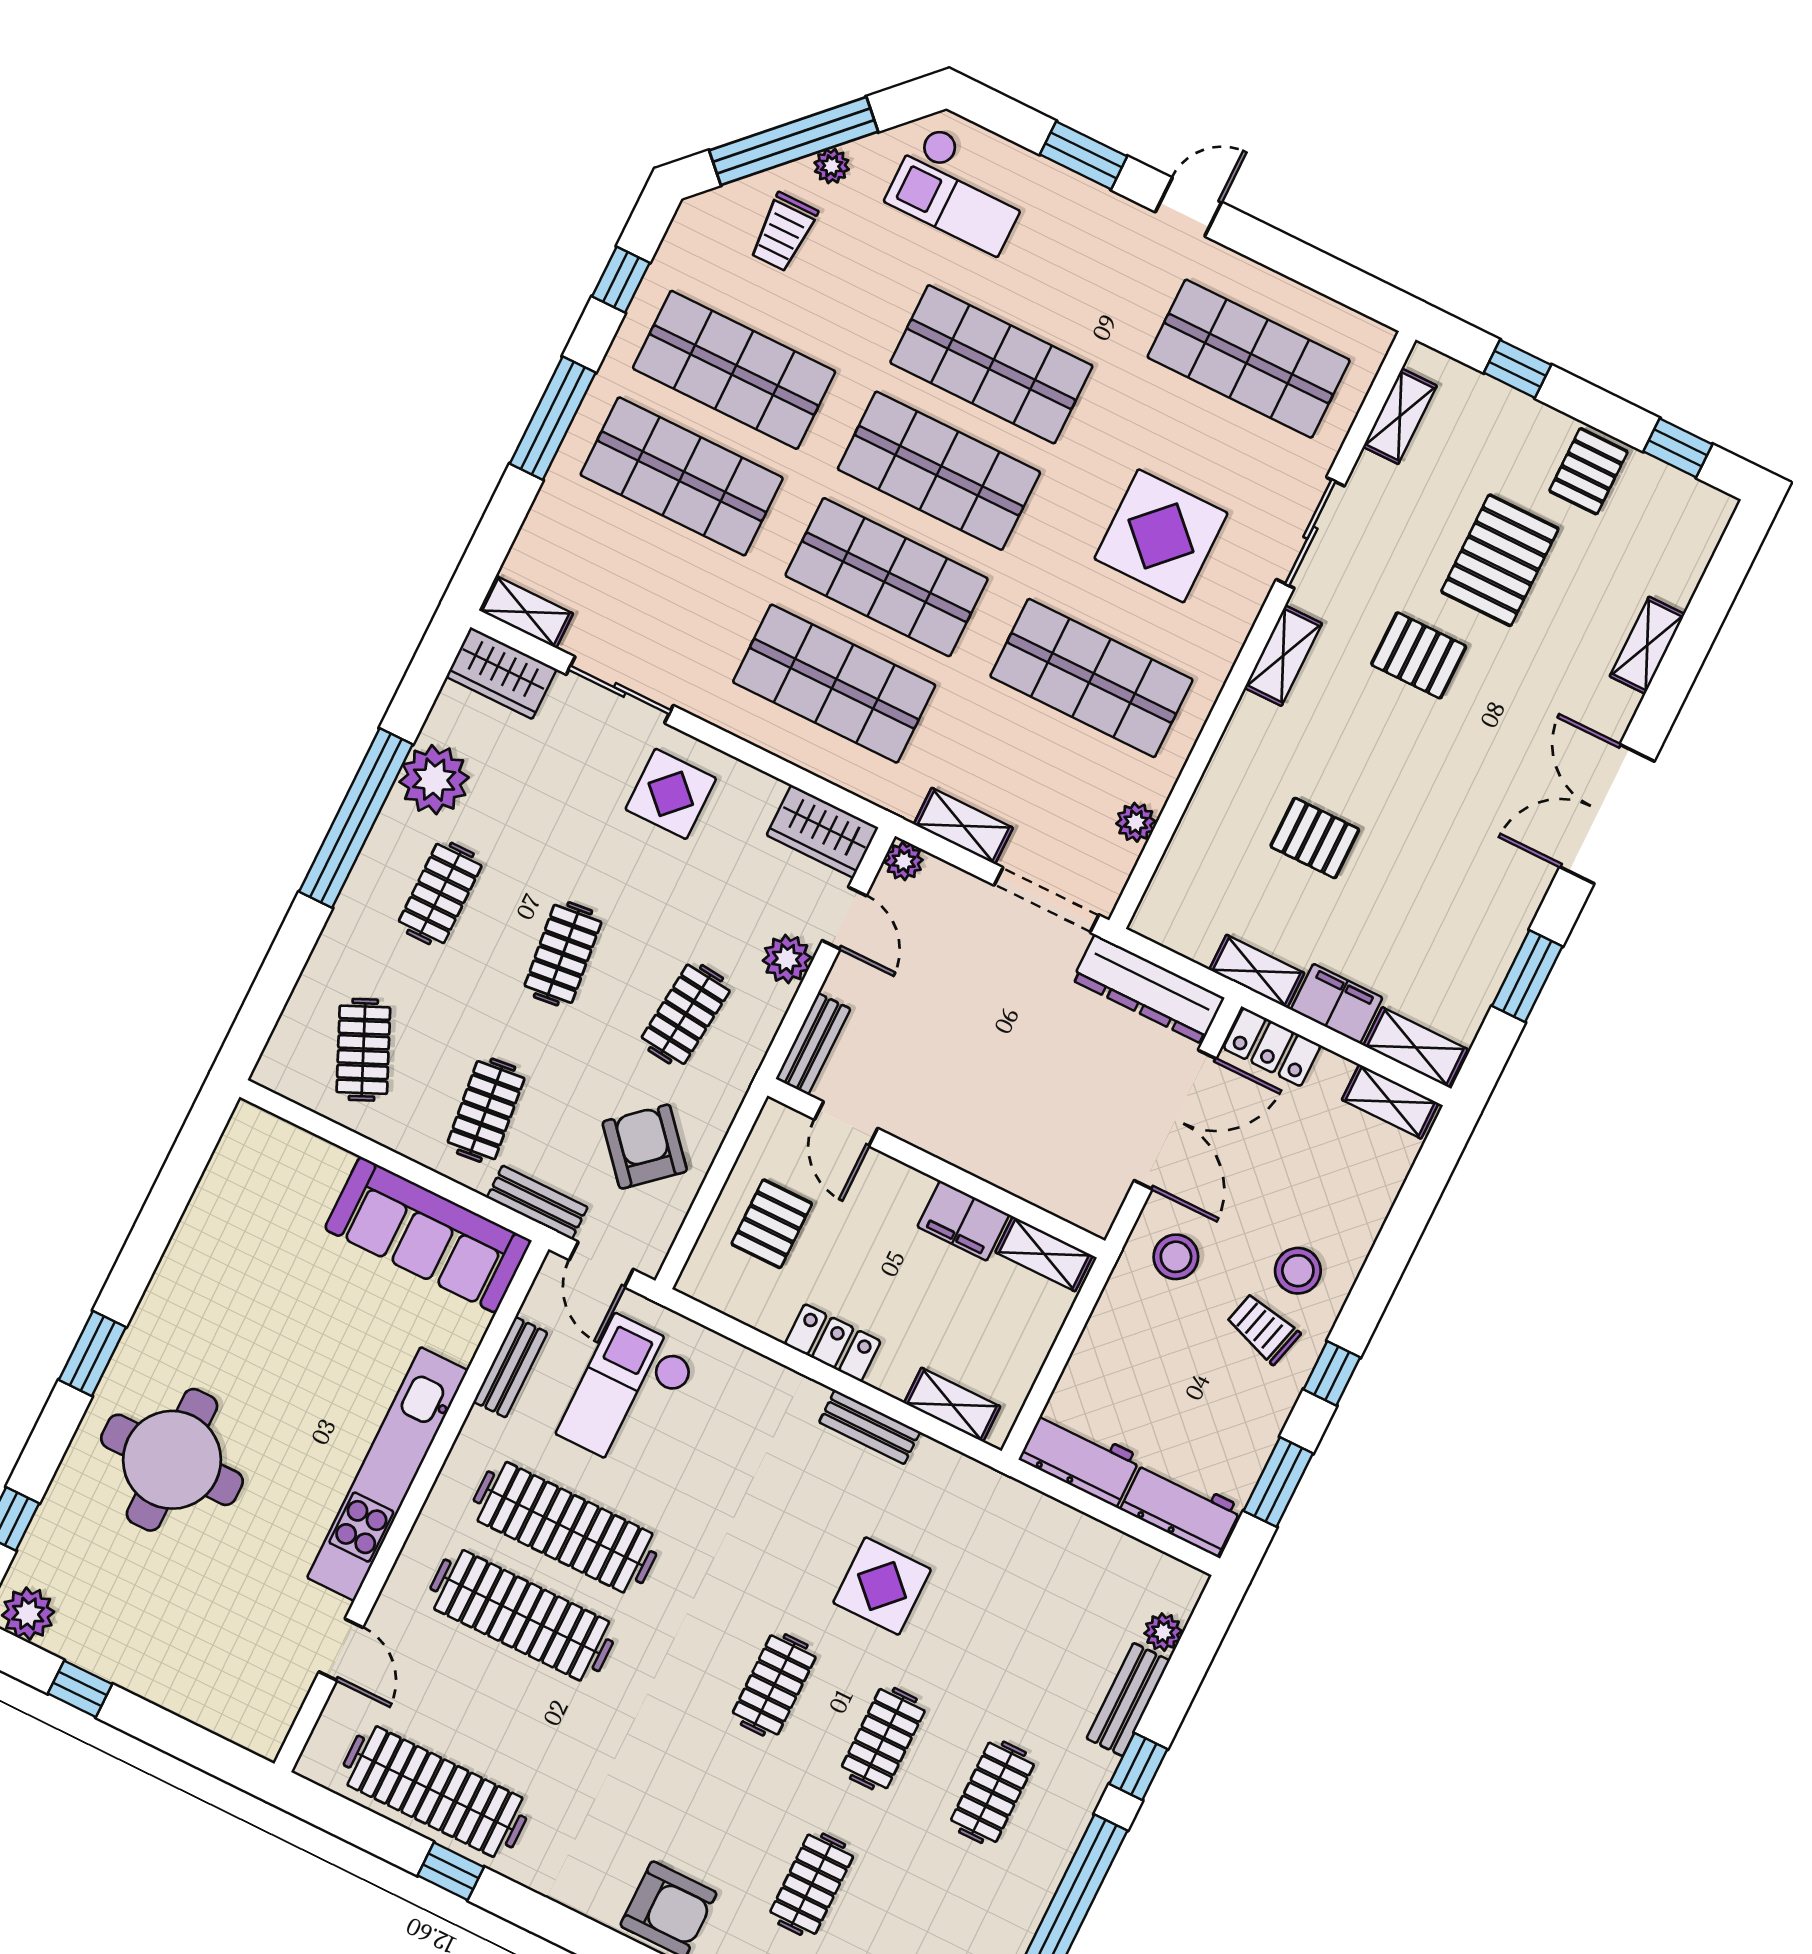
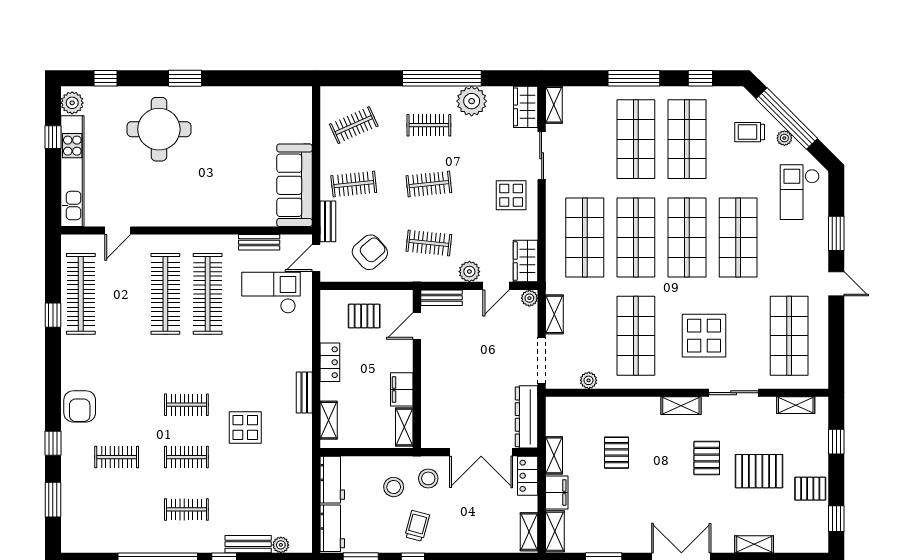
stool: (1298, 1271) -> (394, 487), moved
kitchen unit: (387, 1474) -> (72, 171), moved, turned 90

